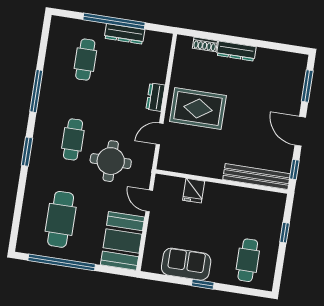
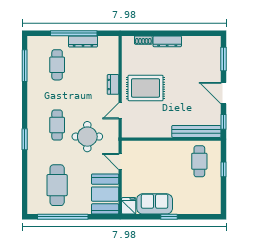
window: (36, 91) -> (25, 66), moved
fridge: (194, 191) -> (129, 206), moved, turned 180
cafe table: (248, 260) -> (199, 161), moved

